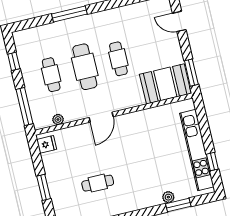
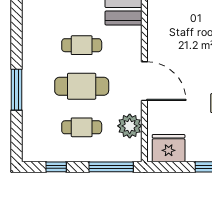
door: (101, 117) -> (144, 81), width x1.36
plant: (58, 119) -> (130, 126), width x1.88, depth x1.88
fridge: (47, 144) -> (169, 148), width x1.88, depth x1.34

